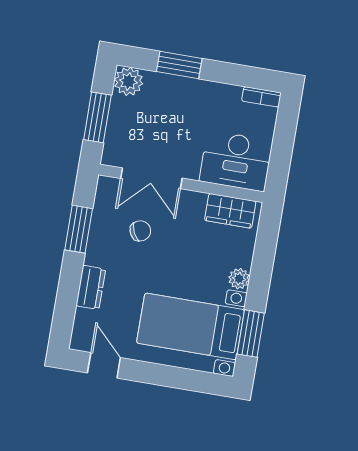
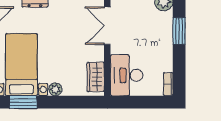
chair: (140, 231) -> (74, 24), removed

